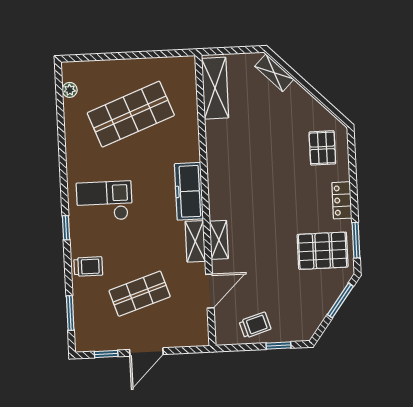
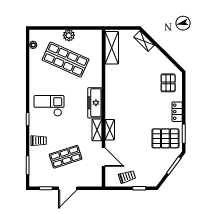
plant: (135, 69) -> (69, 35), added
shop shelf: (131, 114) -> (66, 60), turned 45
door: (210, 291) -> (104, 157), hinge flipped

